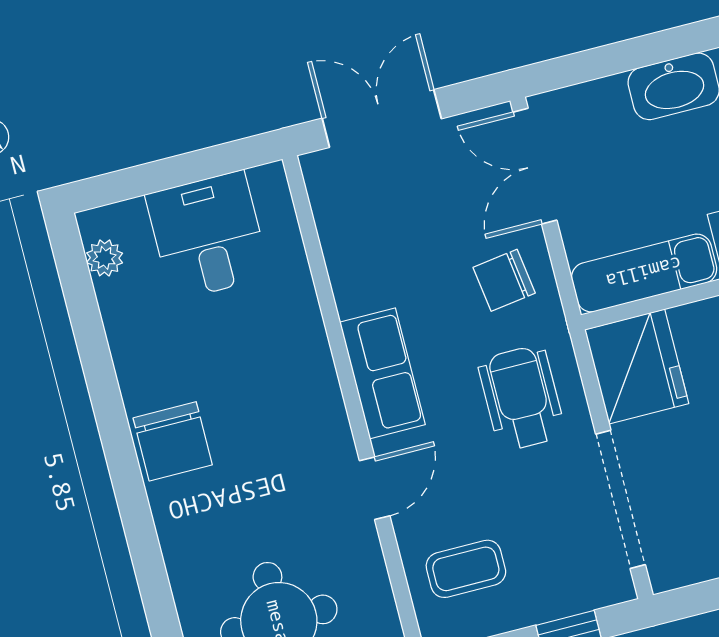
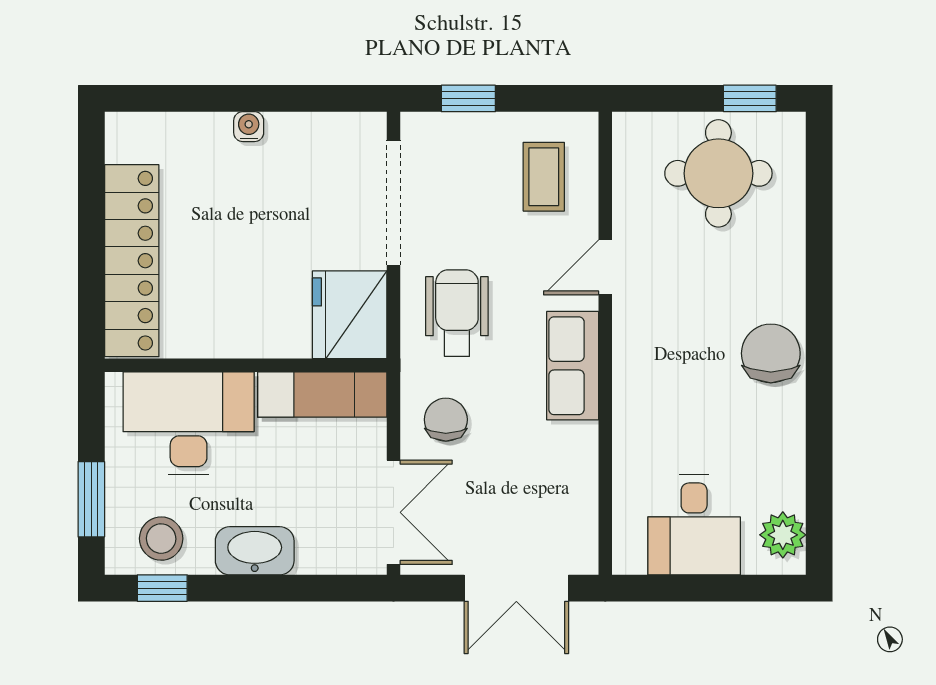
plant: (105, 258) -> (783, 535), width x1.38, depth x1.38
chair: (504, 280) -> (446, 420), turned -82
wheelchair: (522, 398) -> (457, 313), turned 180
coffee table: (466, 569) -> (544, 177), turned 90

